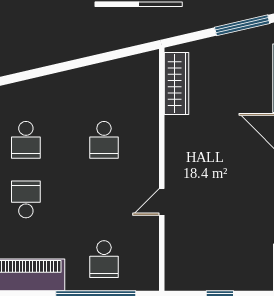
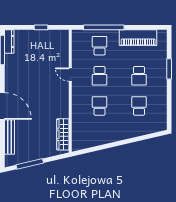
school desk: (104, 199) -> (100, 76), added
door: (162, 202) -> (70, 75), swing flipped

